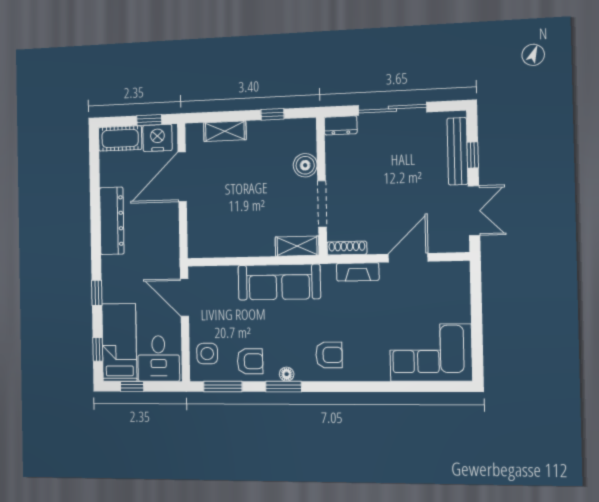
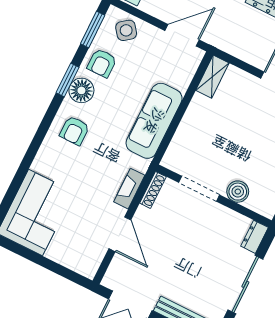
shelving: (297, 246) -> (212, 77), moved
side table: (207, 354) -> (126, 30), turned -37
floor lamp: (287, 374) -> (81, 90), width x1.89, depth x1.89

